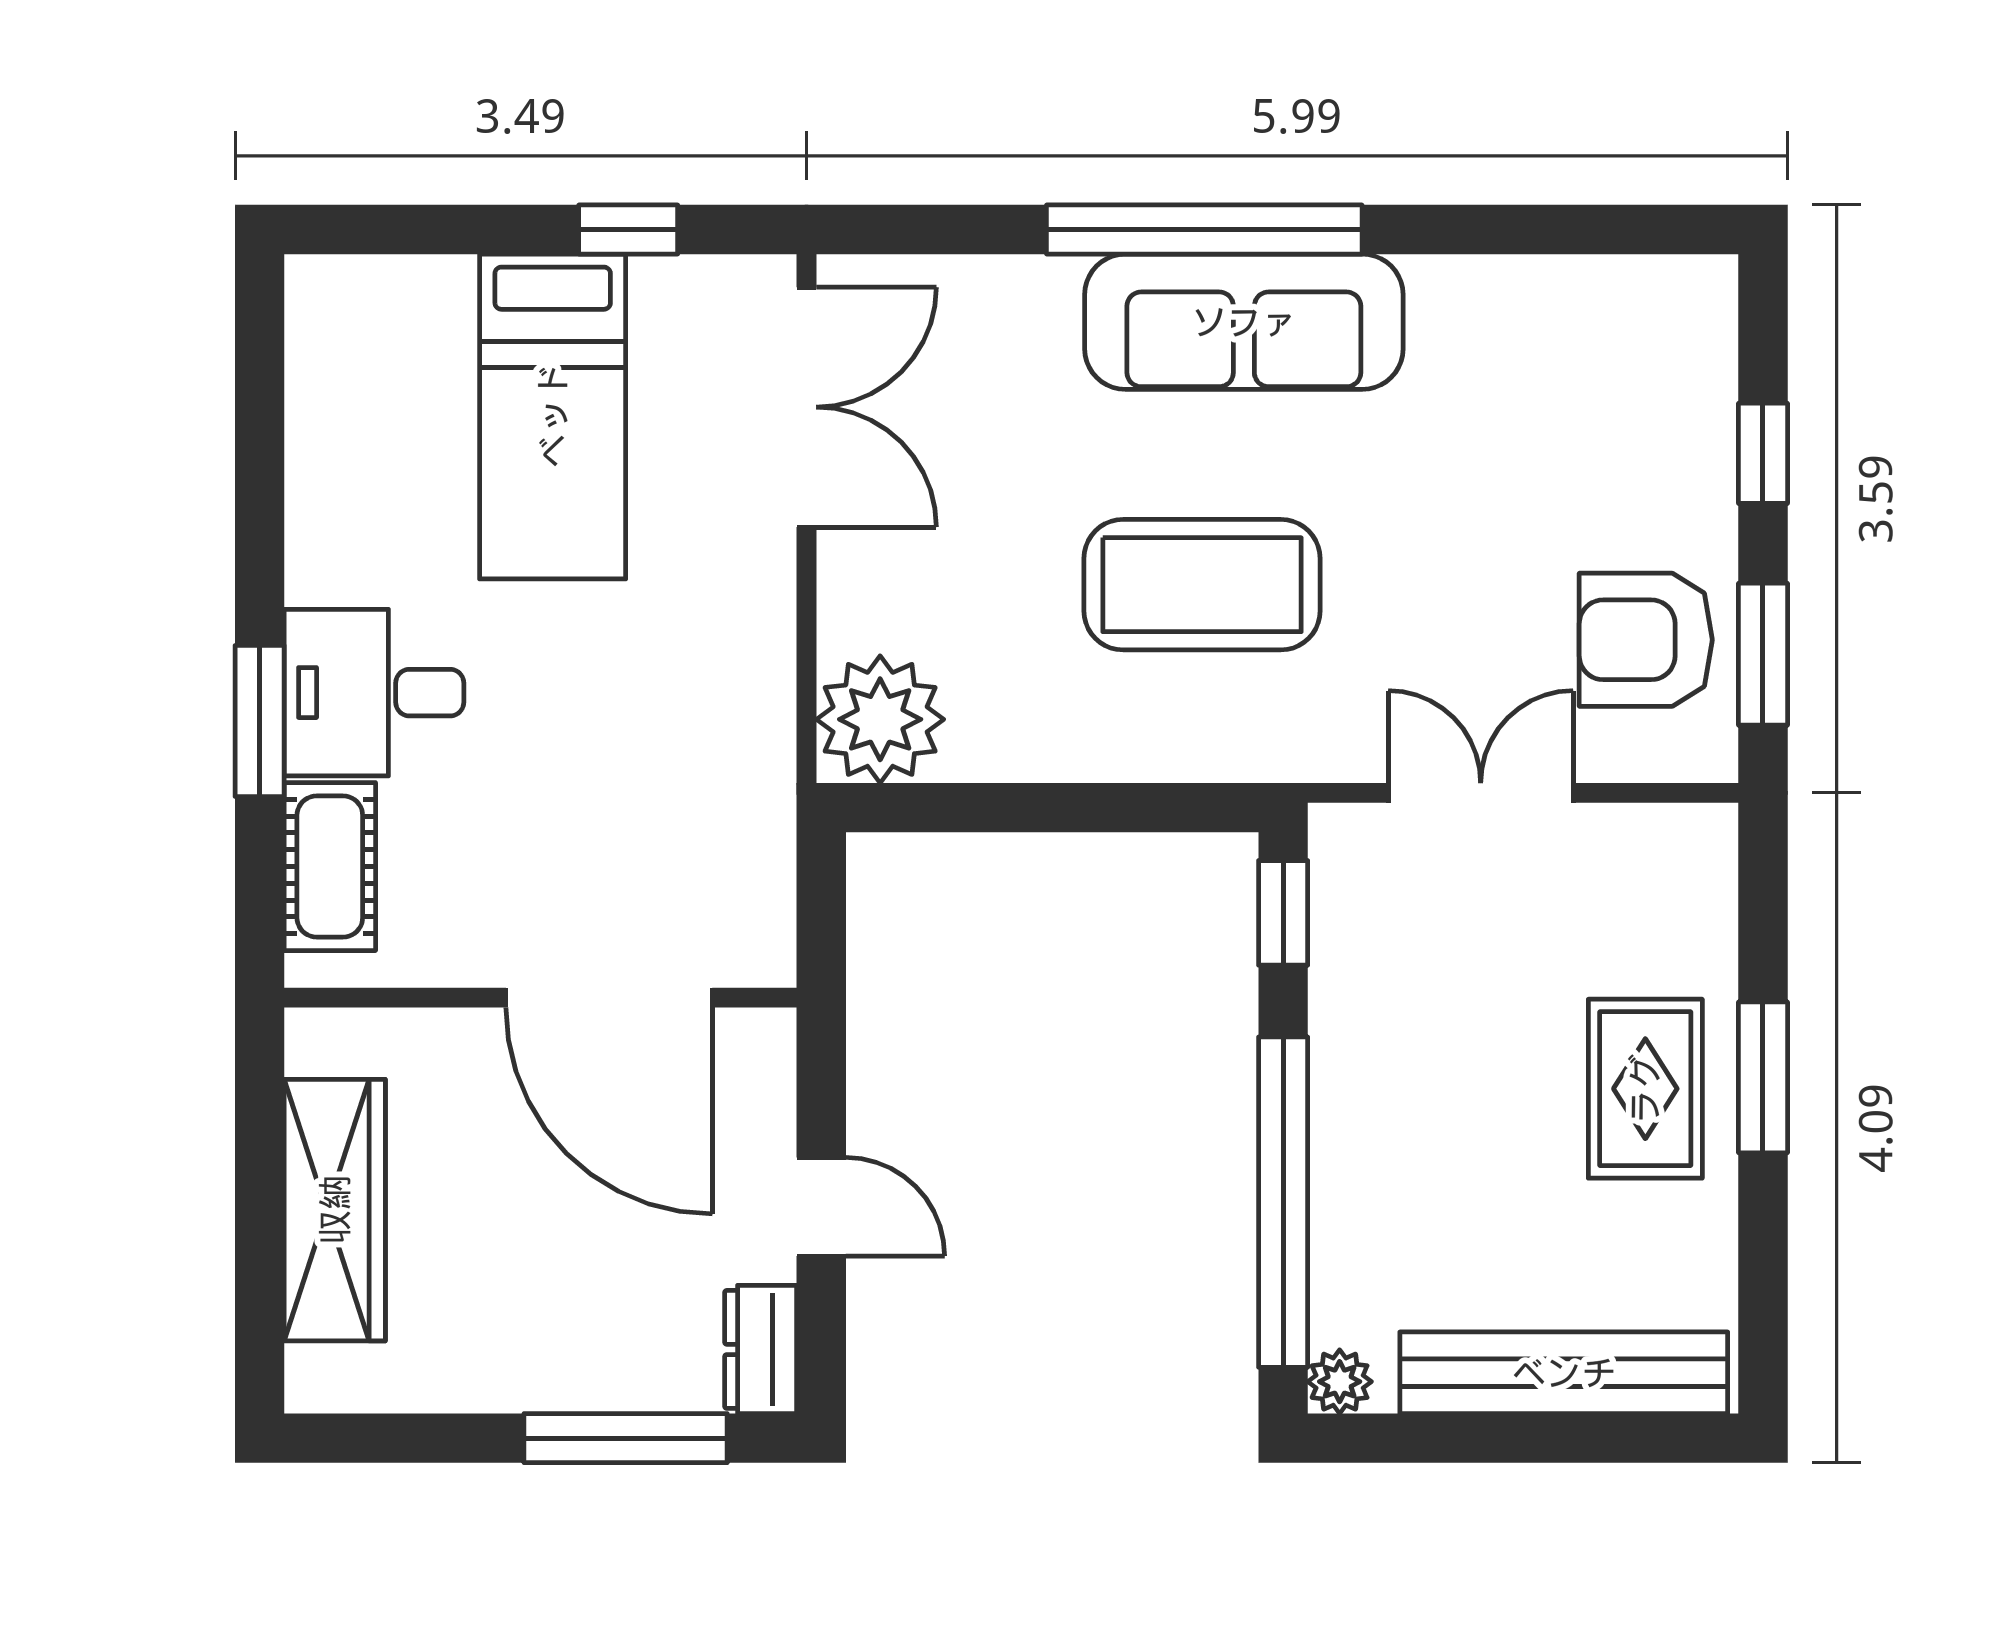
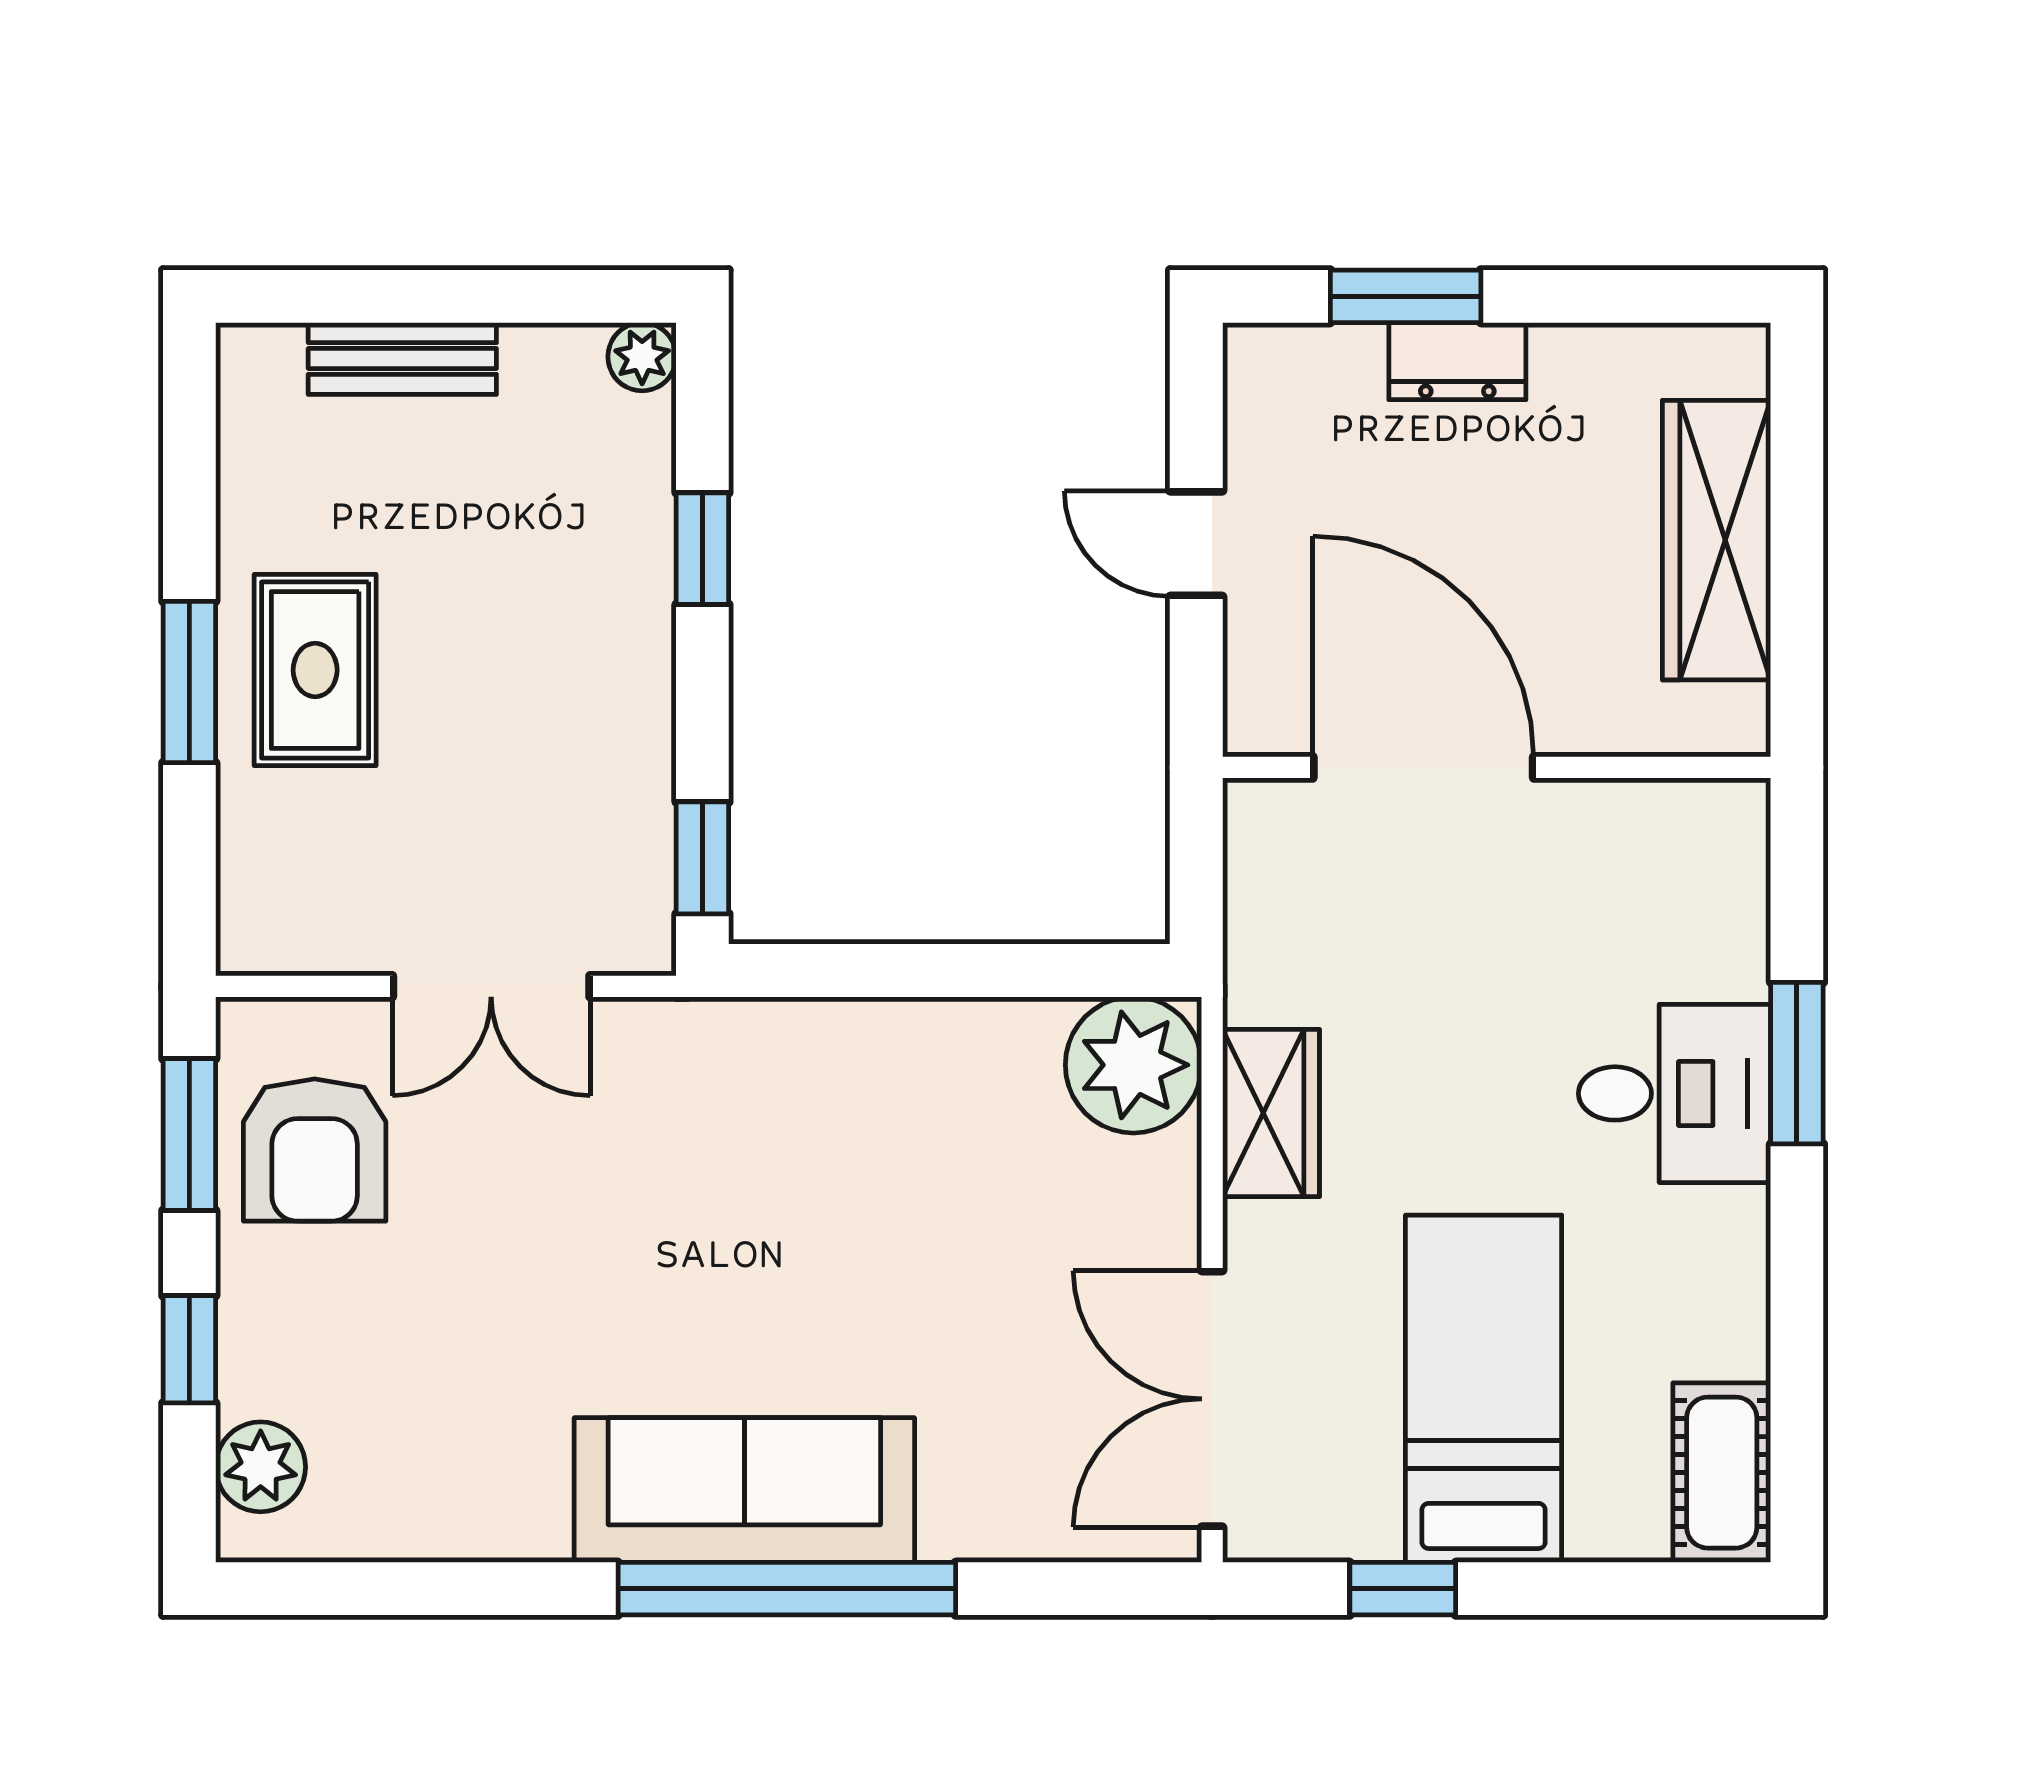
plant: (1696, 343) -> (261, 1467), added
coffee table: (1202, 585) -> (789, 1209), removed
armchair: (1646, 640) -> (315, 1150), turned 90
wardrobe: (751, 674) -> (1271, 1113), added
cot: (330, 867) -> (1722, 1473), moved
window: (1283, 1202) -> (702, 549), width x0.32
dresser: (761, 1349) -> (1457, 361), moved, turned 90
bench: (1564, 1373) -> (402, 359), width x0.54, depth x0.82
window: (626, 1438) -> (1406, 296), width x0.69

